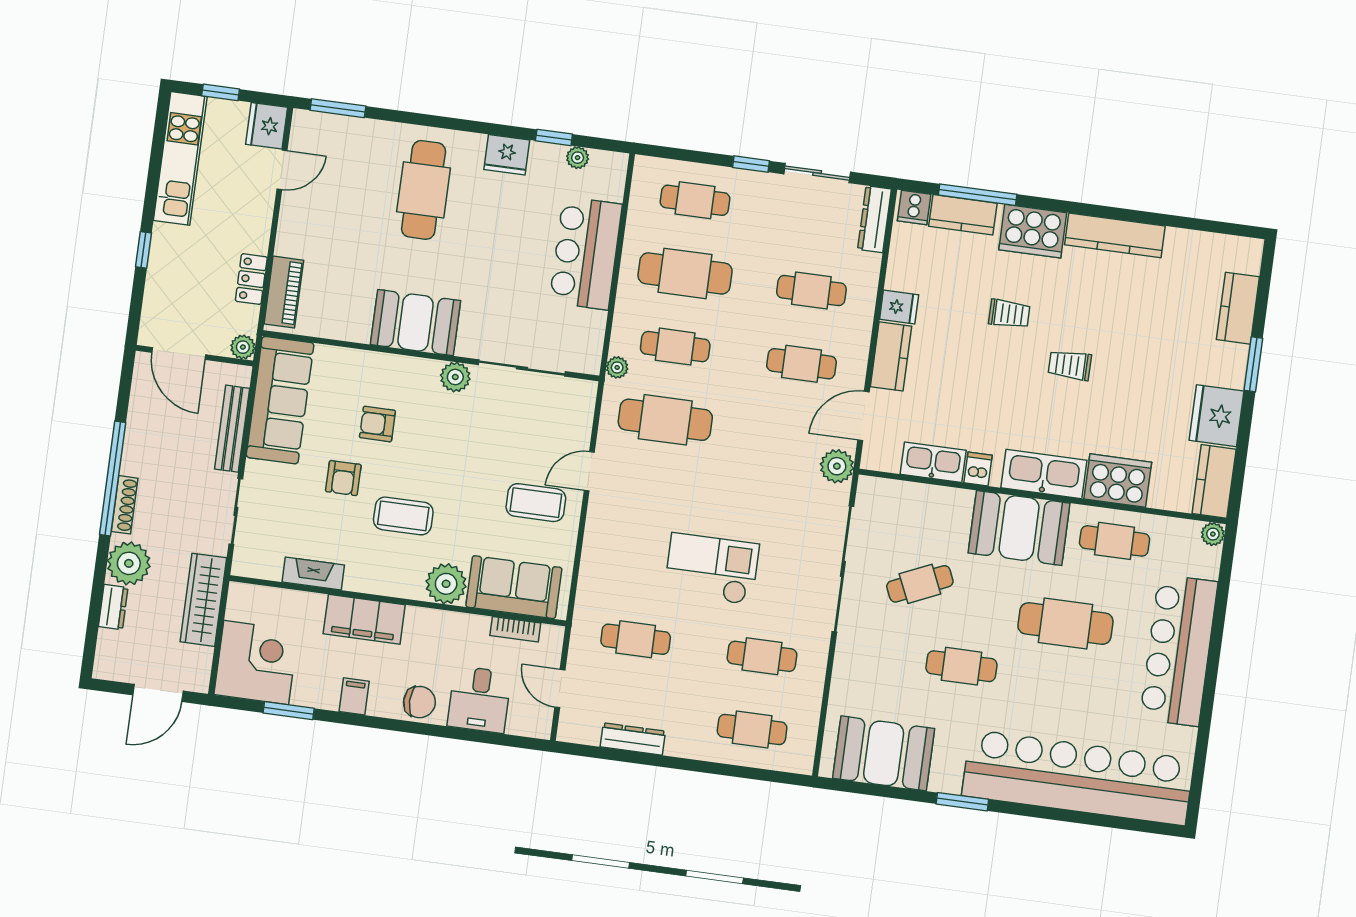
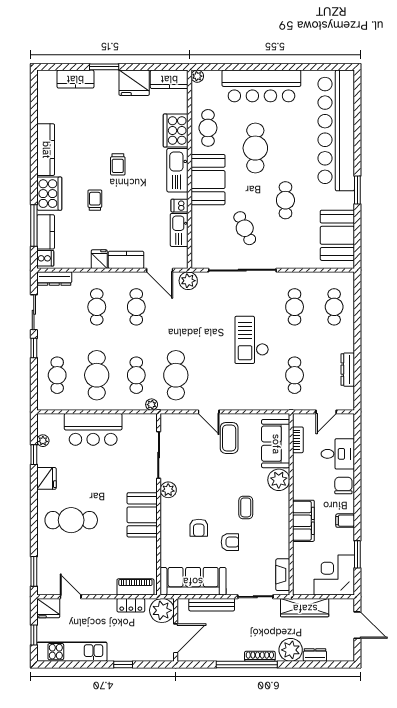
plant: (243, 347) -> (162, 610), width x1.88, depth x1.88
coffee table: (403, 516) -> (246, 507), width x0.73, depth x0.77
fireplace: (313, 573) -> (283, 575), moved

